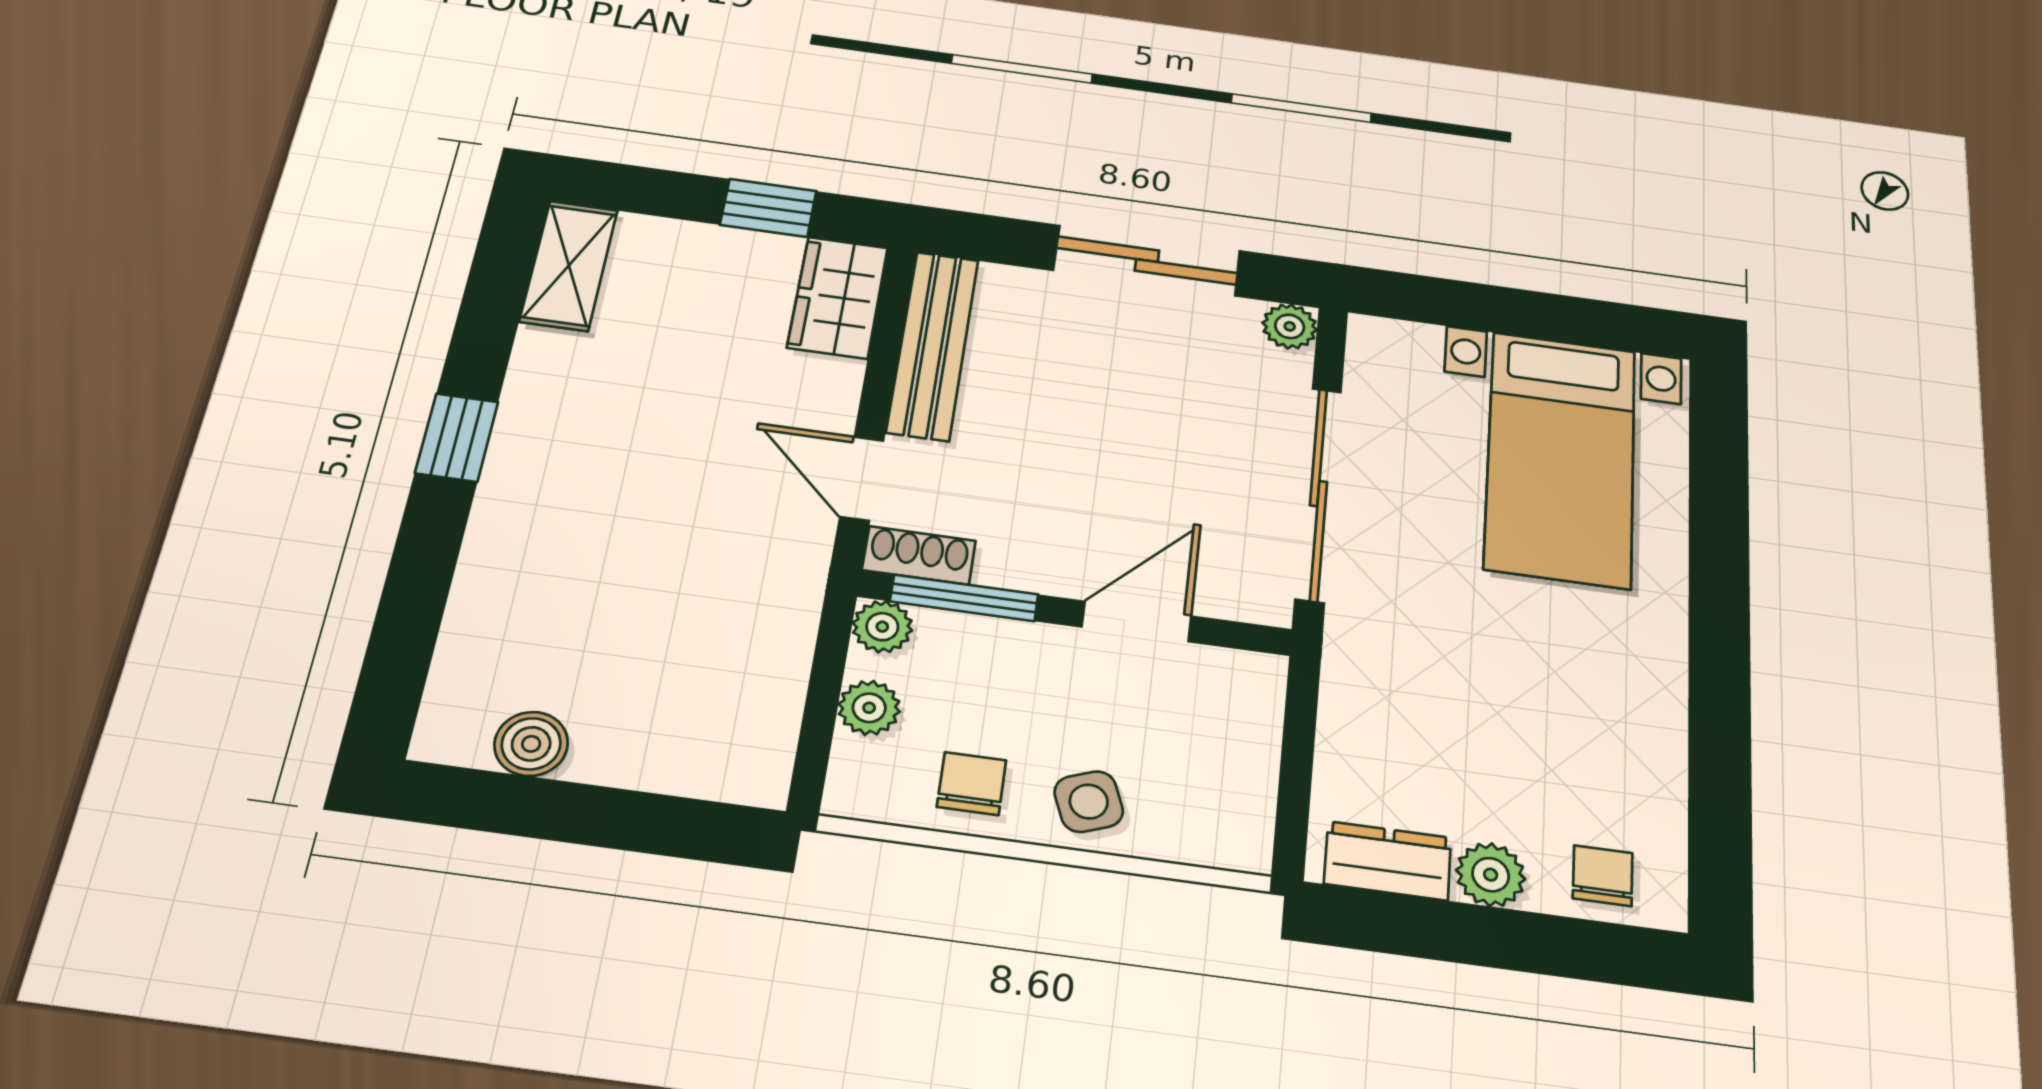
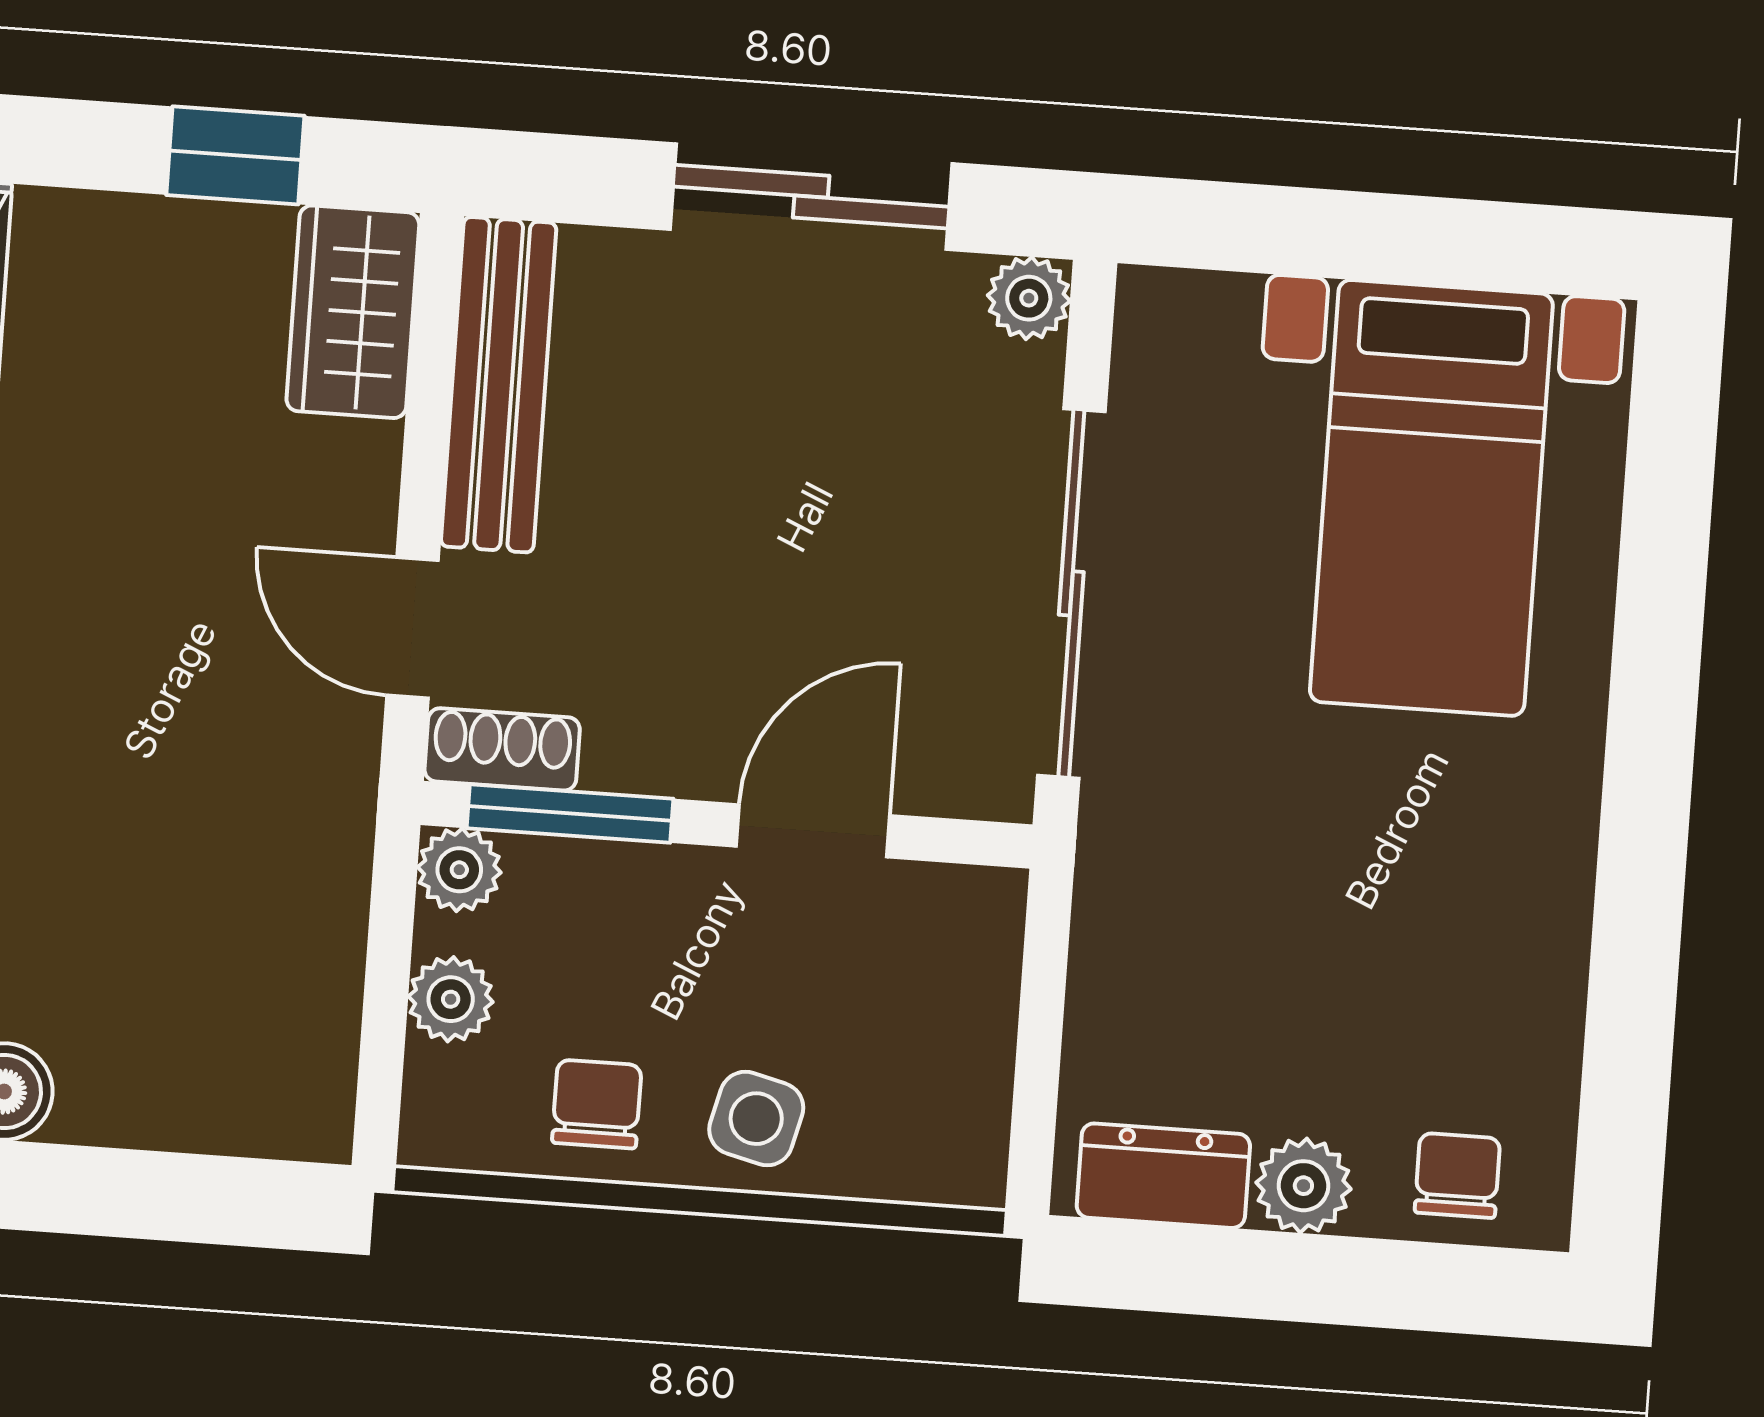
side table: (1089, 802) -> (756, 1119), turned 35

